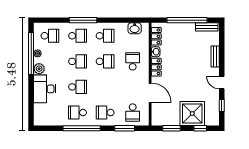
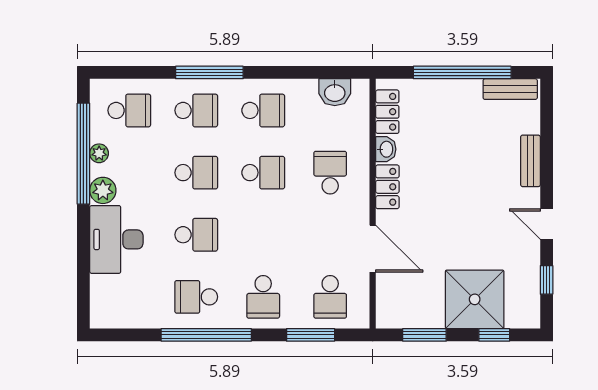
school desk: (105, 113) -> (263, 297), turned -90

